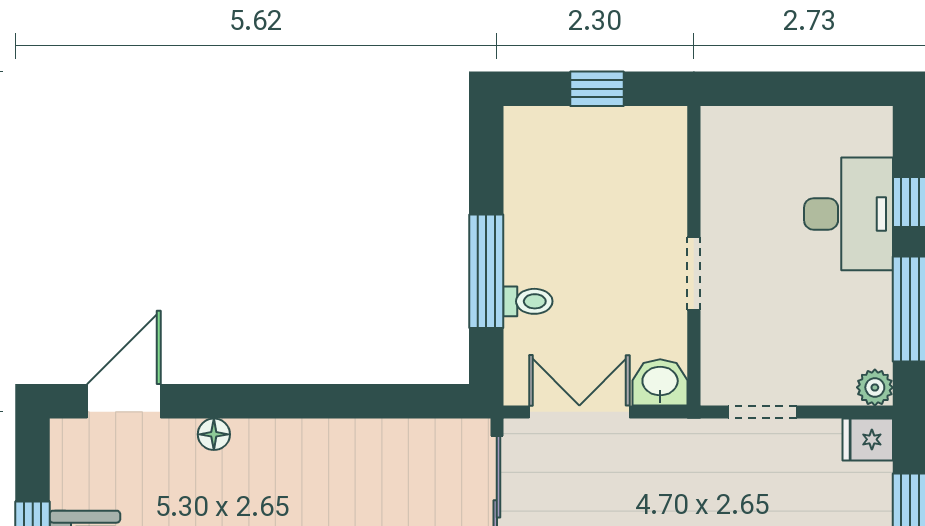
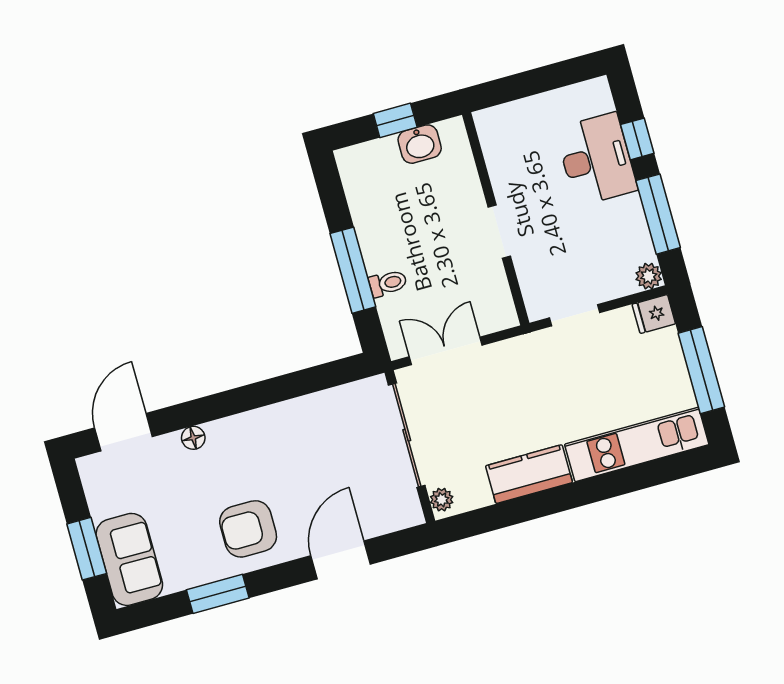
washbasin: (660, 382) -> (420, 144), moved, turned 180

